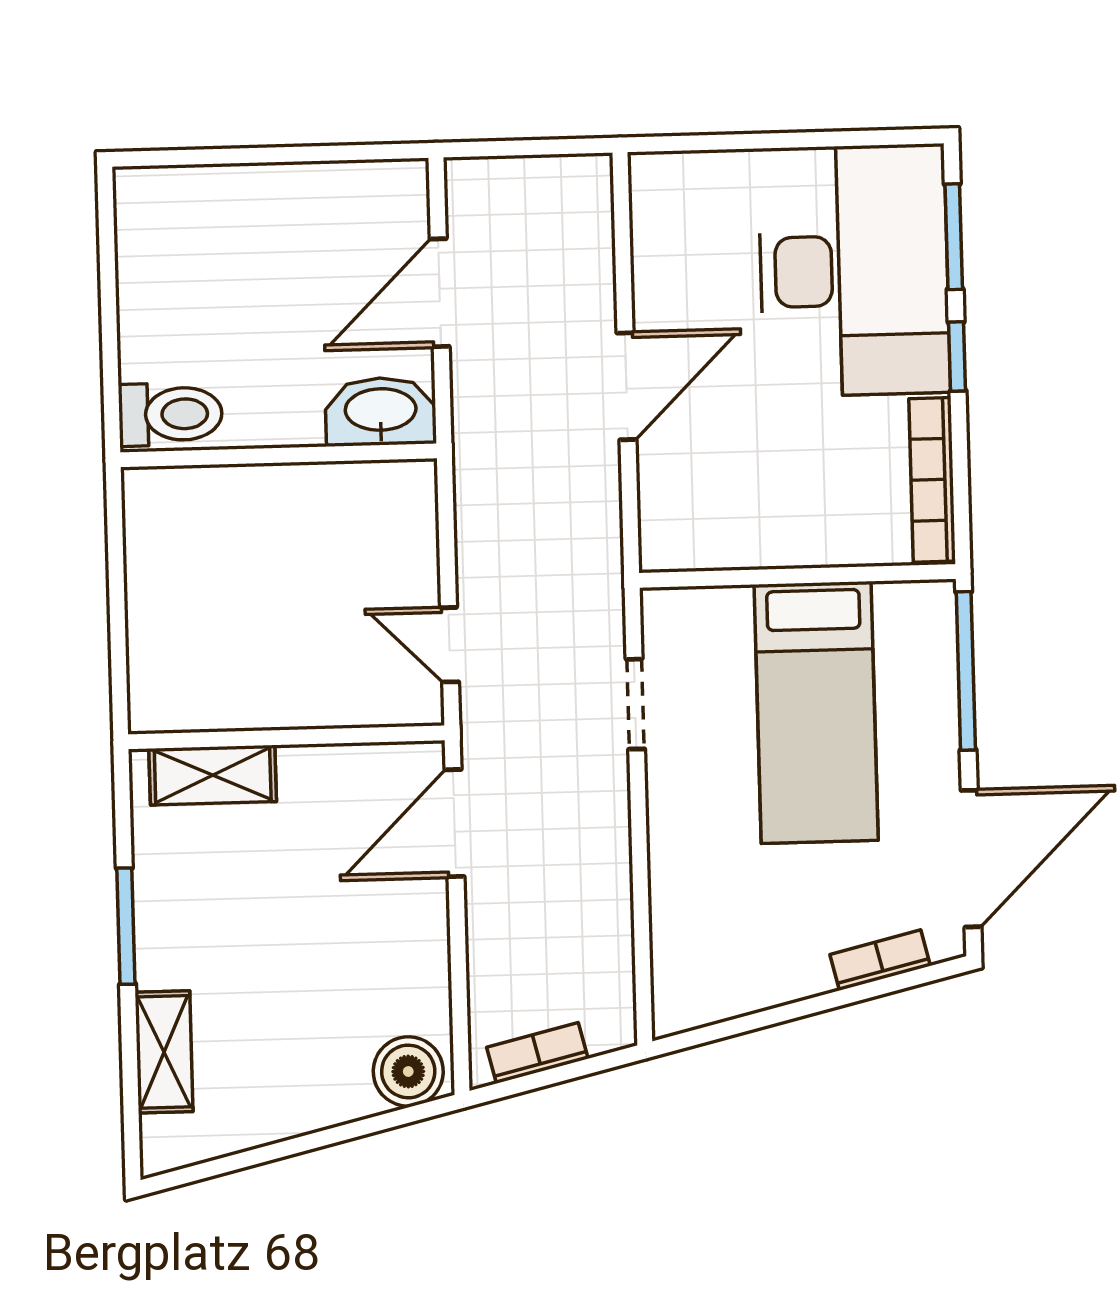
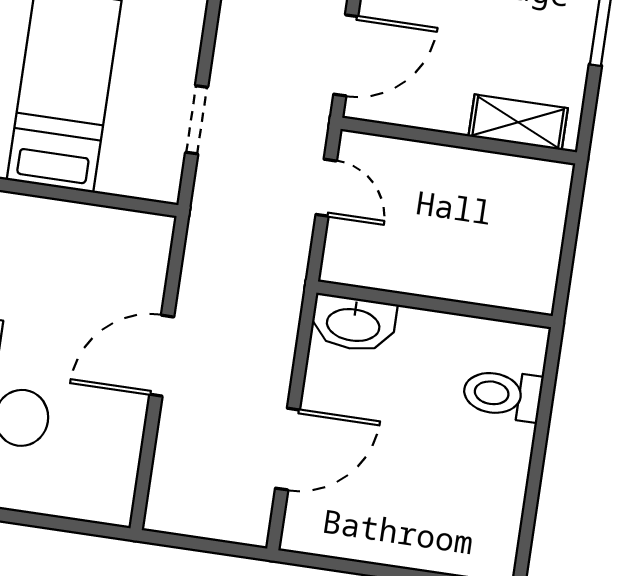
washbasin: (381, 411) -> (353, 323), moved
wall: (279, 455) -> (434, 304), moved

